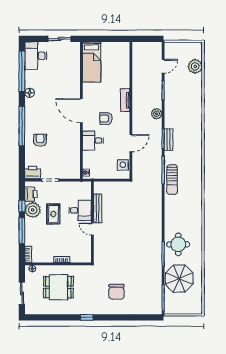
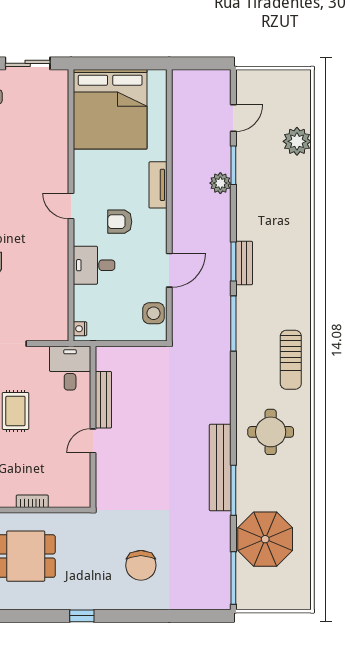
bed: (92, 62) -> (110, 109), width x2.04
plant: (195, 66) -> (297, 141), moved
door: (81, 111) -> (71, 206), width x0.53
plant: (157, 114) -> (220, 183), moved
sun lounger: (172, 180) -> (291, 360), moved
desk: (80, 210) -> (70, 368), moved, turned -90
door: (92, 229) -> (93, 441), hinge flipped
bench: (156, 243) -> (220, 468), added
round table: (178, 244) -> (271, 432), moved

